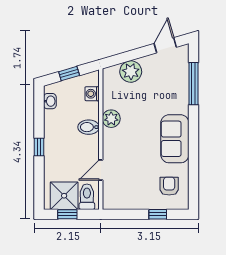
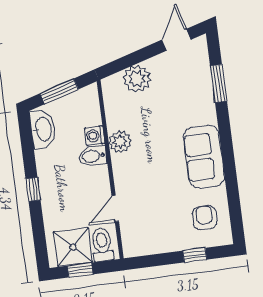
window: (69, 74) -> (59, 91), width x1.50
window: (193, 84) -> (218, 84), width x0.69
washing machine: (92, 94) -> (95, 136), moved
washbasin: (50, 101) -> (43, 129), width x1.91, depth x1.45

